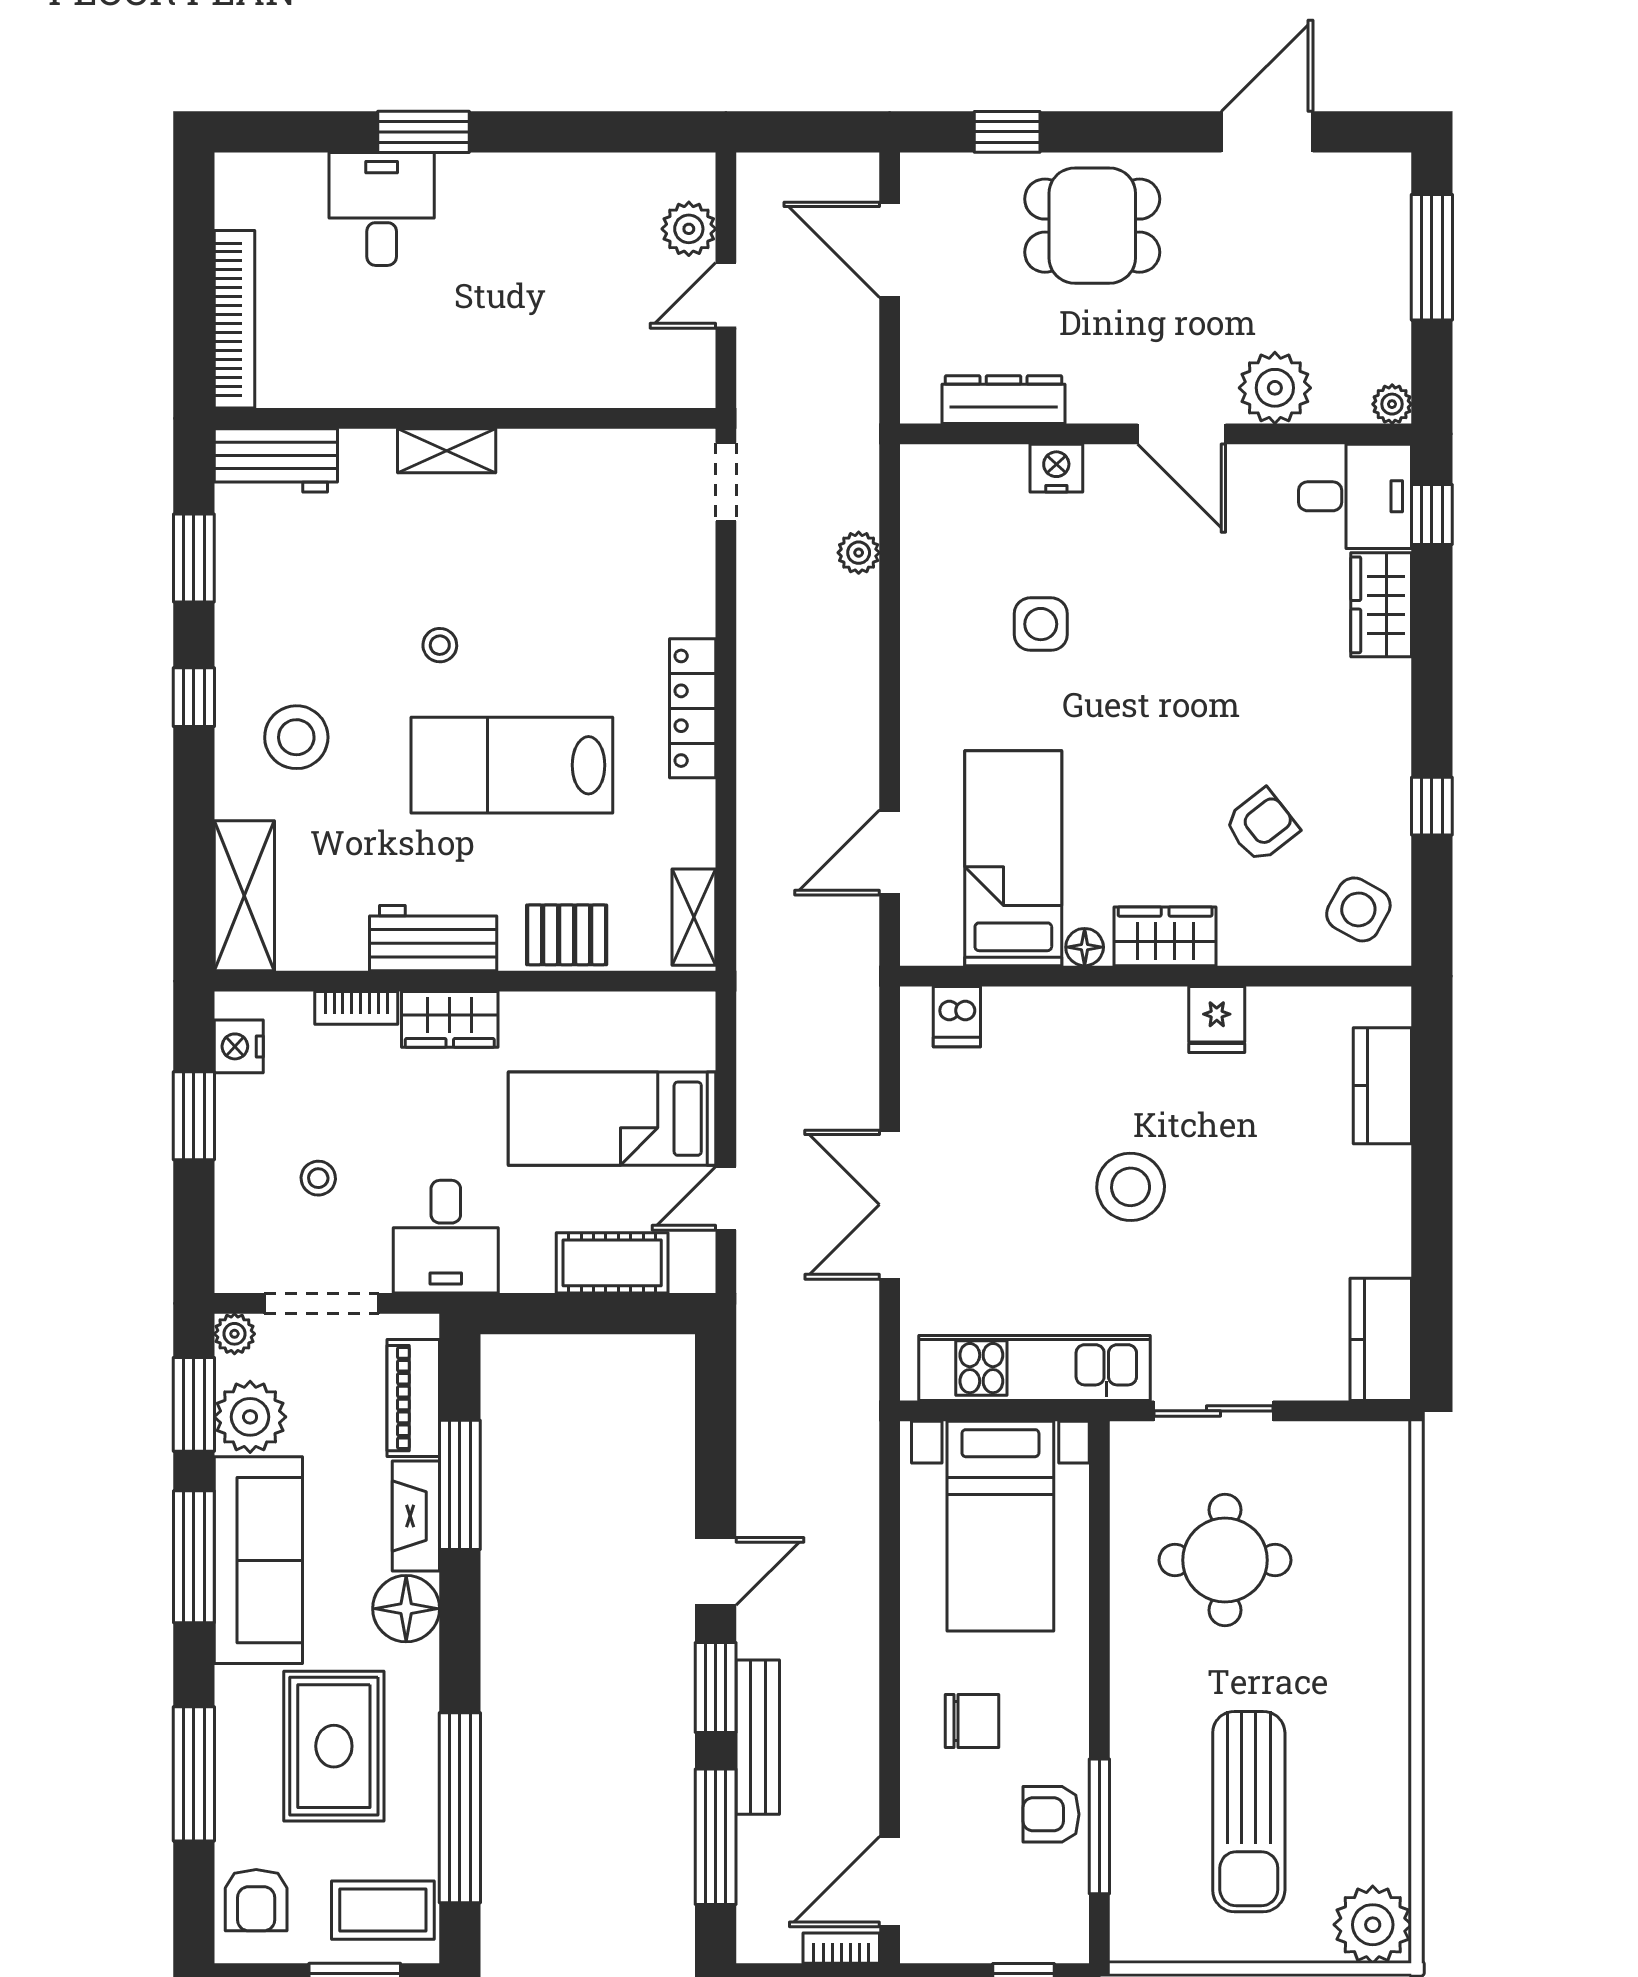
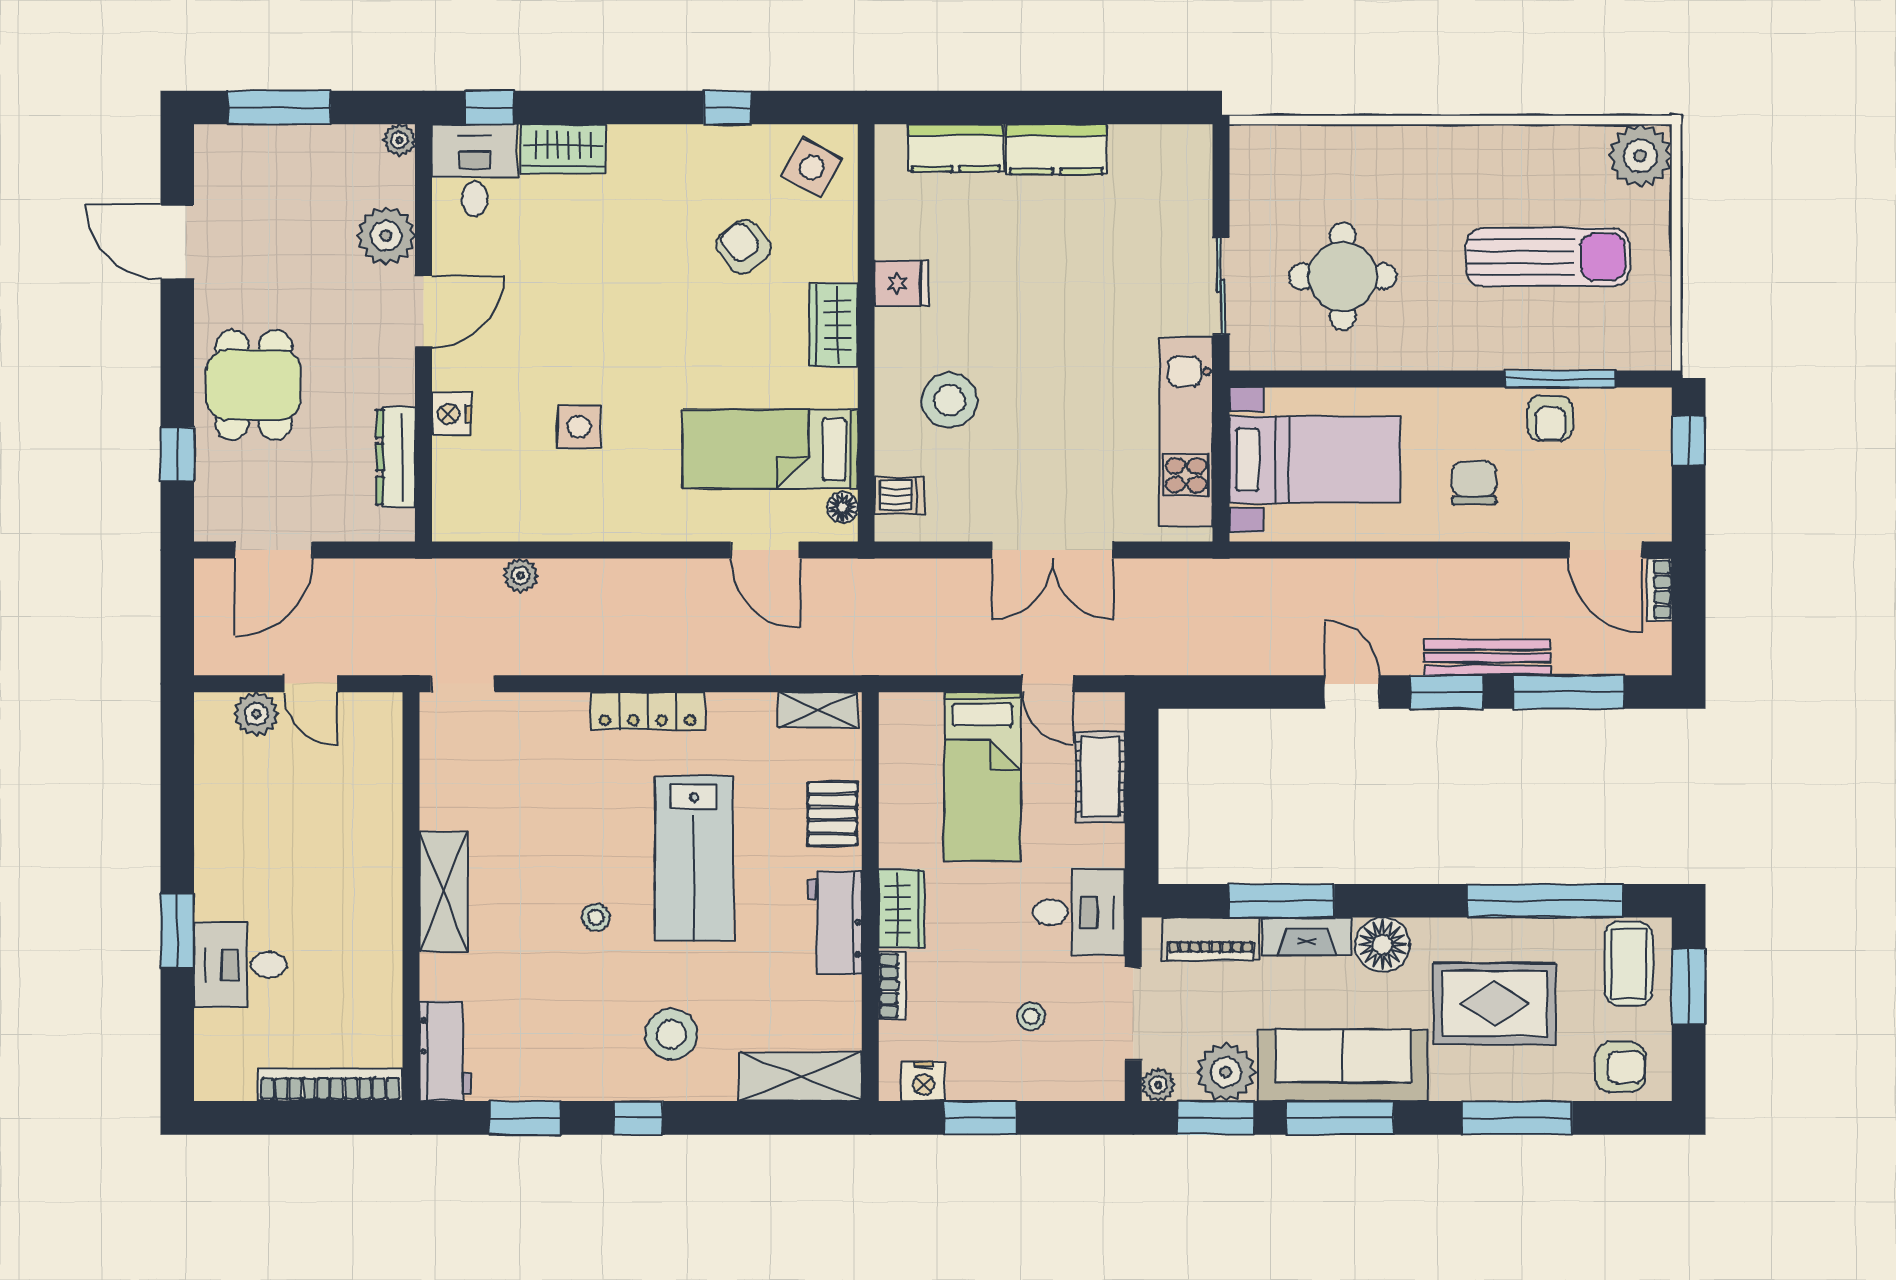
shelving: (447, 451) -> (443, 892), width x1.50, depth x1.33
floor lamp: (1085, 947) -> (842, 507), moved
stool: (1131, 1187) -> (950, 400), moved
kitchen counter: (1381, 1339) -> (1056, 149), moved

